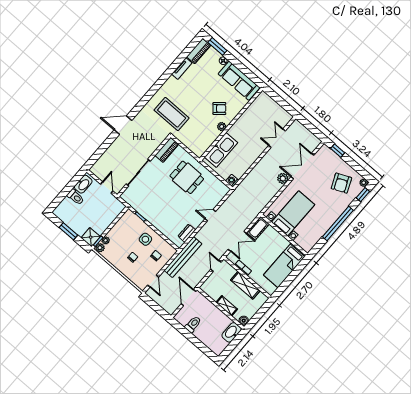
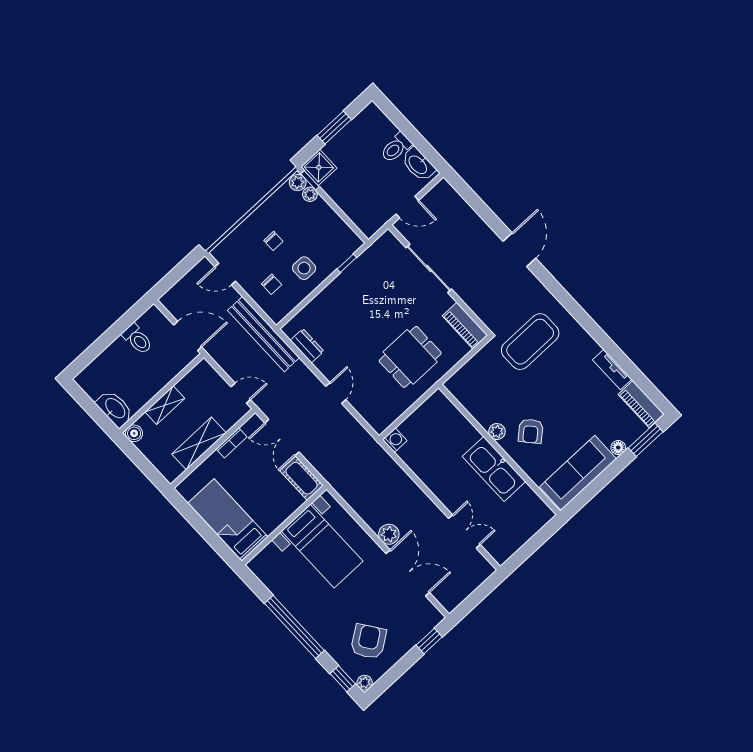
kitchen sink: (221, 150) -> (494, 469), moved
armchair: (341, 183) -> (368, 641), turned 79

